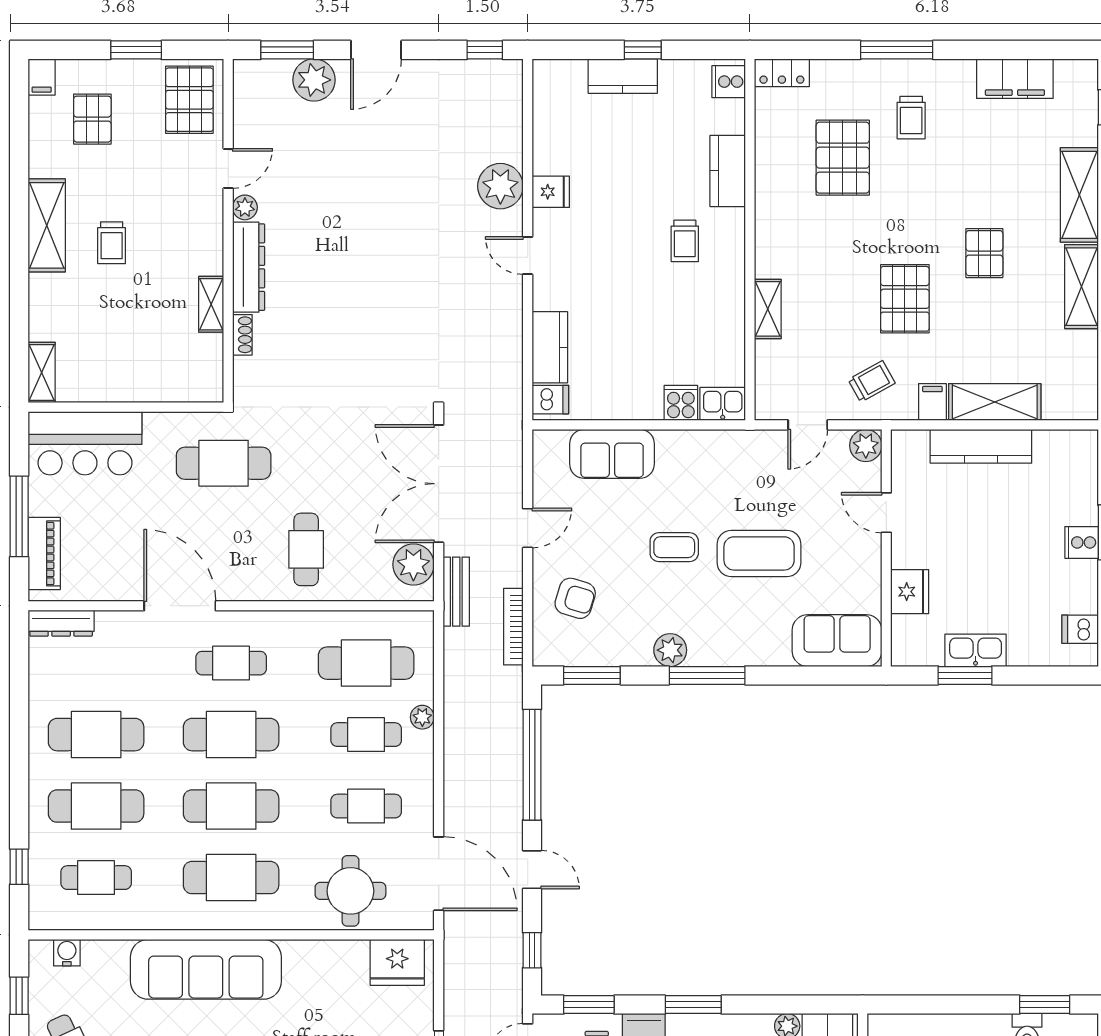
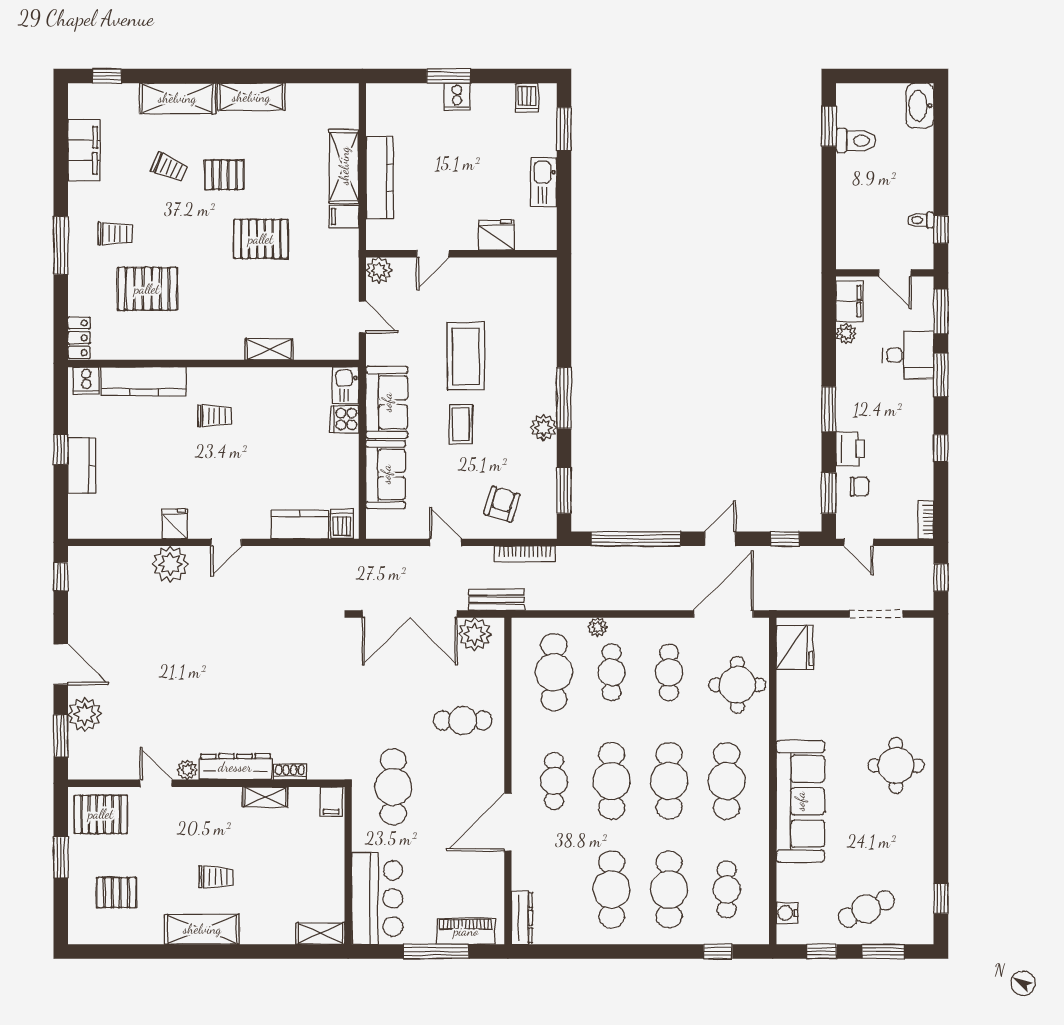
filing cabinet: (42, 77) -> (331, 801), moved, turned 90
kitchen counter: (728, 171) -> (144, 381), width x1.50
trolley: (872, 381) -> (169, 168), moved, turned 142
sofa: (837, 641) -> (387, 402), moved, turned 180
window: (965, 675) -> (564, 129), moved

